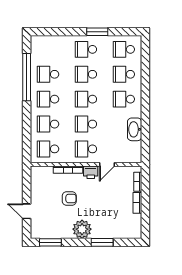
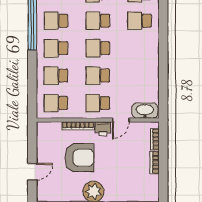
school desk: (124, 99) -> (140, 48), removed
washbasin: (135, 129) -> (145, 111), moved, turned 90
armchair: (69, 199) -> (79, 158), width x1.88, depth x1.88
door: (27, 211) -> (32, 172), swing flipped

